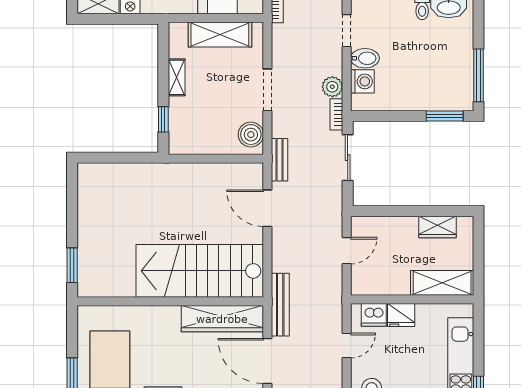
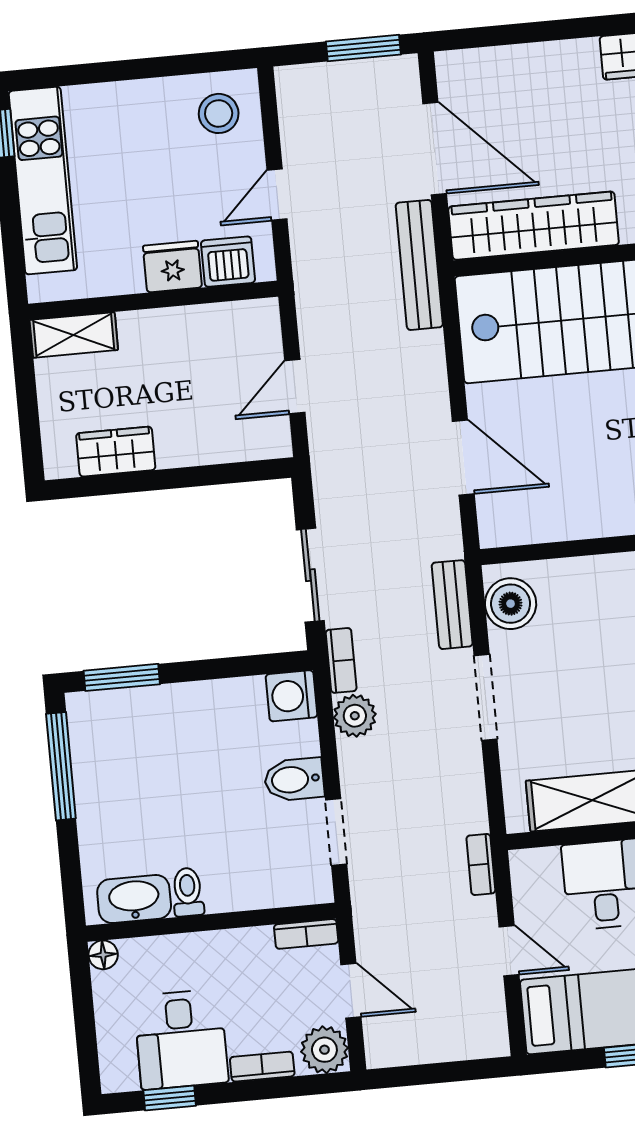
washing machine: (362, 81) -> (291, 696), moved
bench: (280, 160) -> (452, 605), moved
shelving: (442, 283) -> (74, 335), width x0.67, depth x0.75

